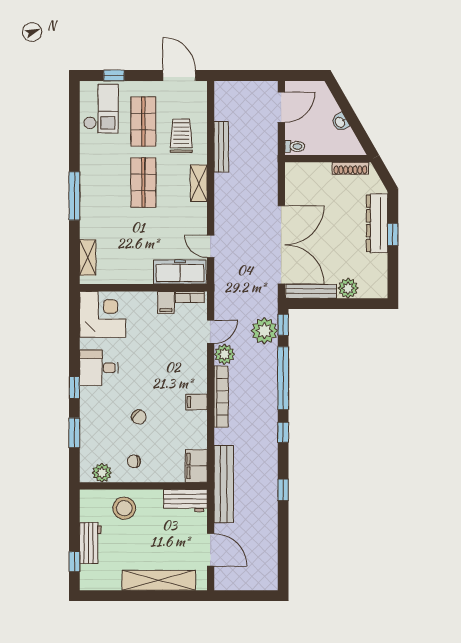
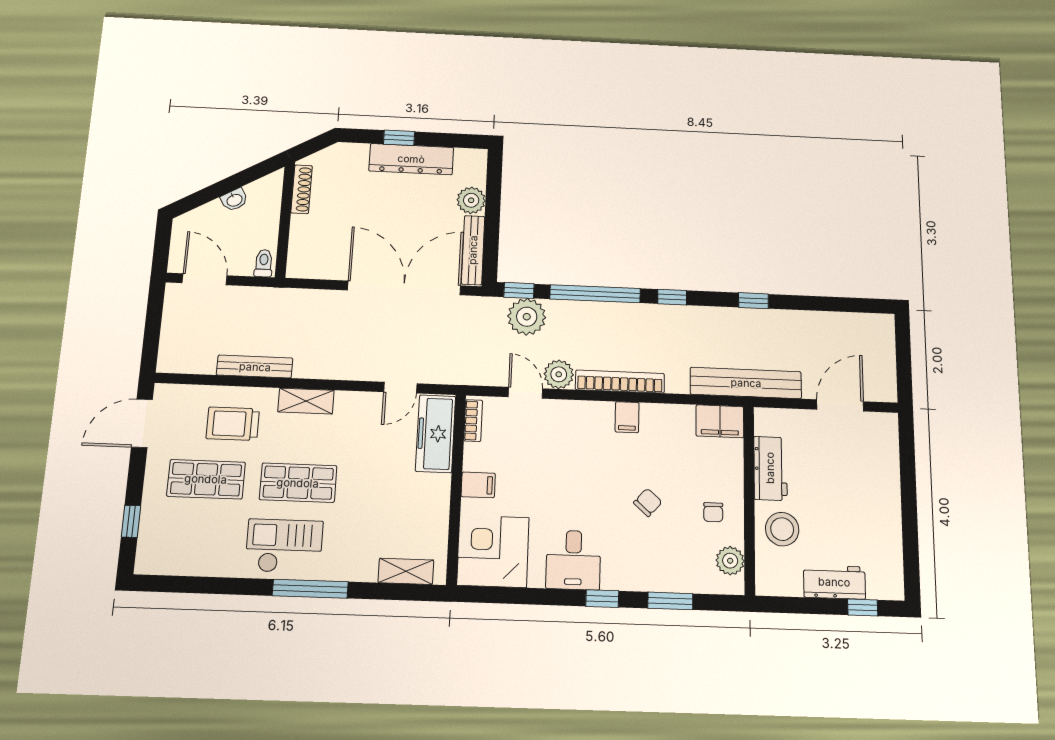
checkout: (101, 109) -> (284, 546), moved
dresser: (377, 223) -> (411, 159), moved
filing cabinet: (166, 302) -> (478, 485), moved
workbench: (185, 501) -> (770, 468), moved
shelving: (159, 580) -> (886, 482), removed

